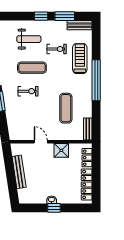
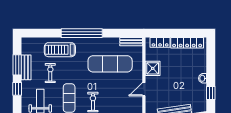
bench: (80, 25) -> (26, 67), moved
exercise mat: (66, 108) -> (110, 64), width x1.36, depth x1.45
window: (54, 208) -> (211, 93), moved

